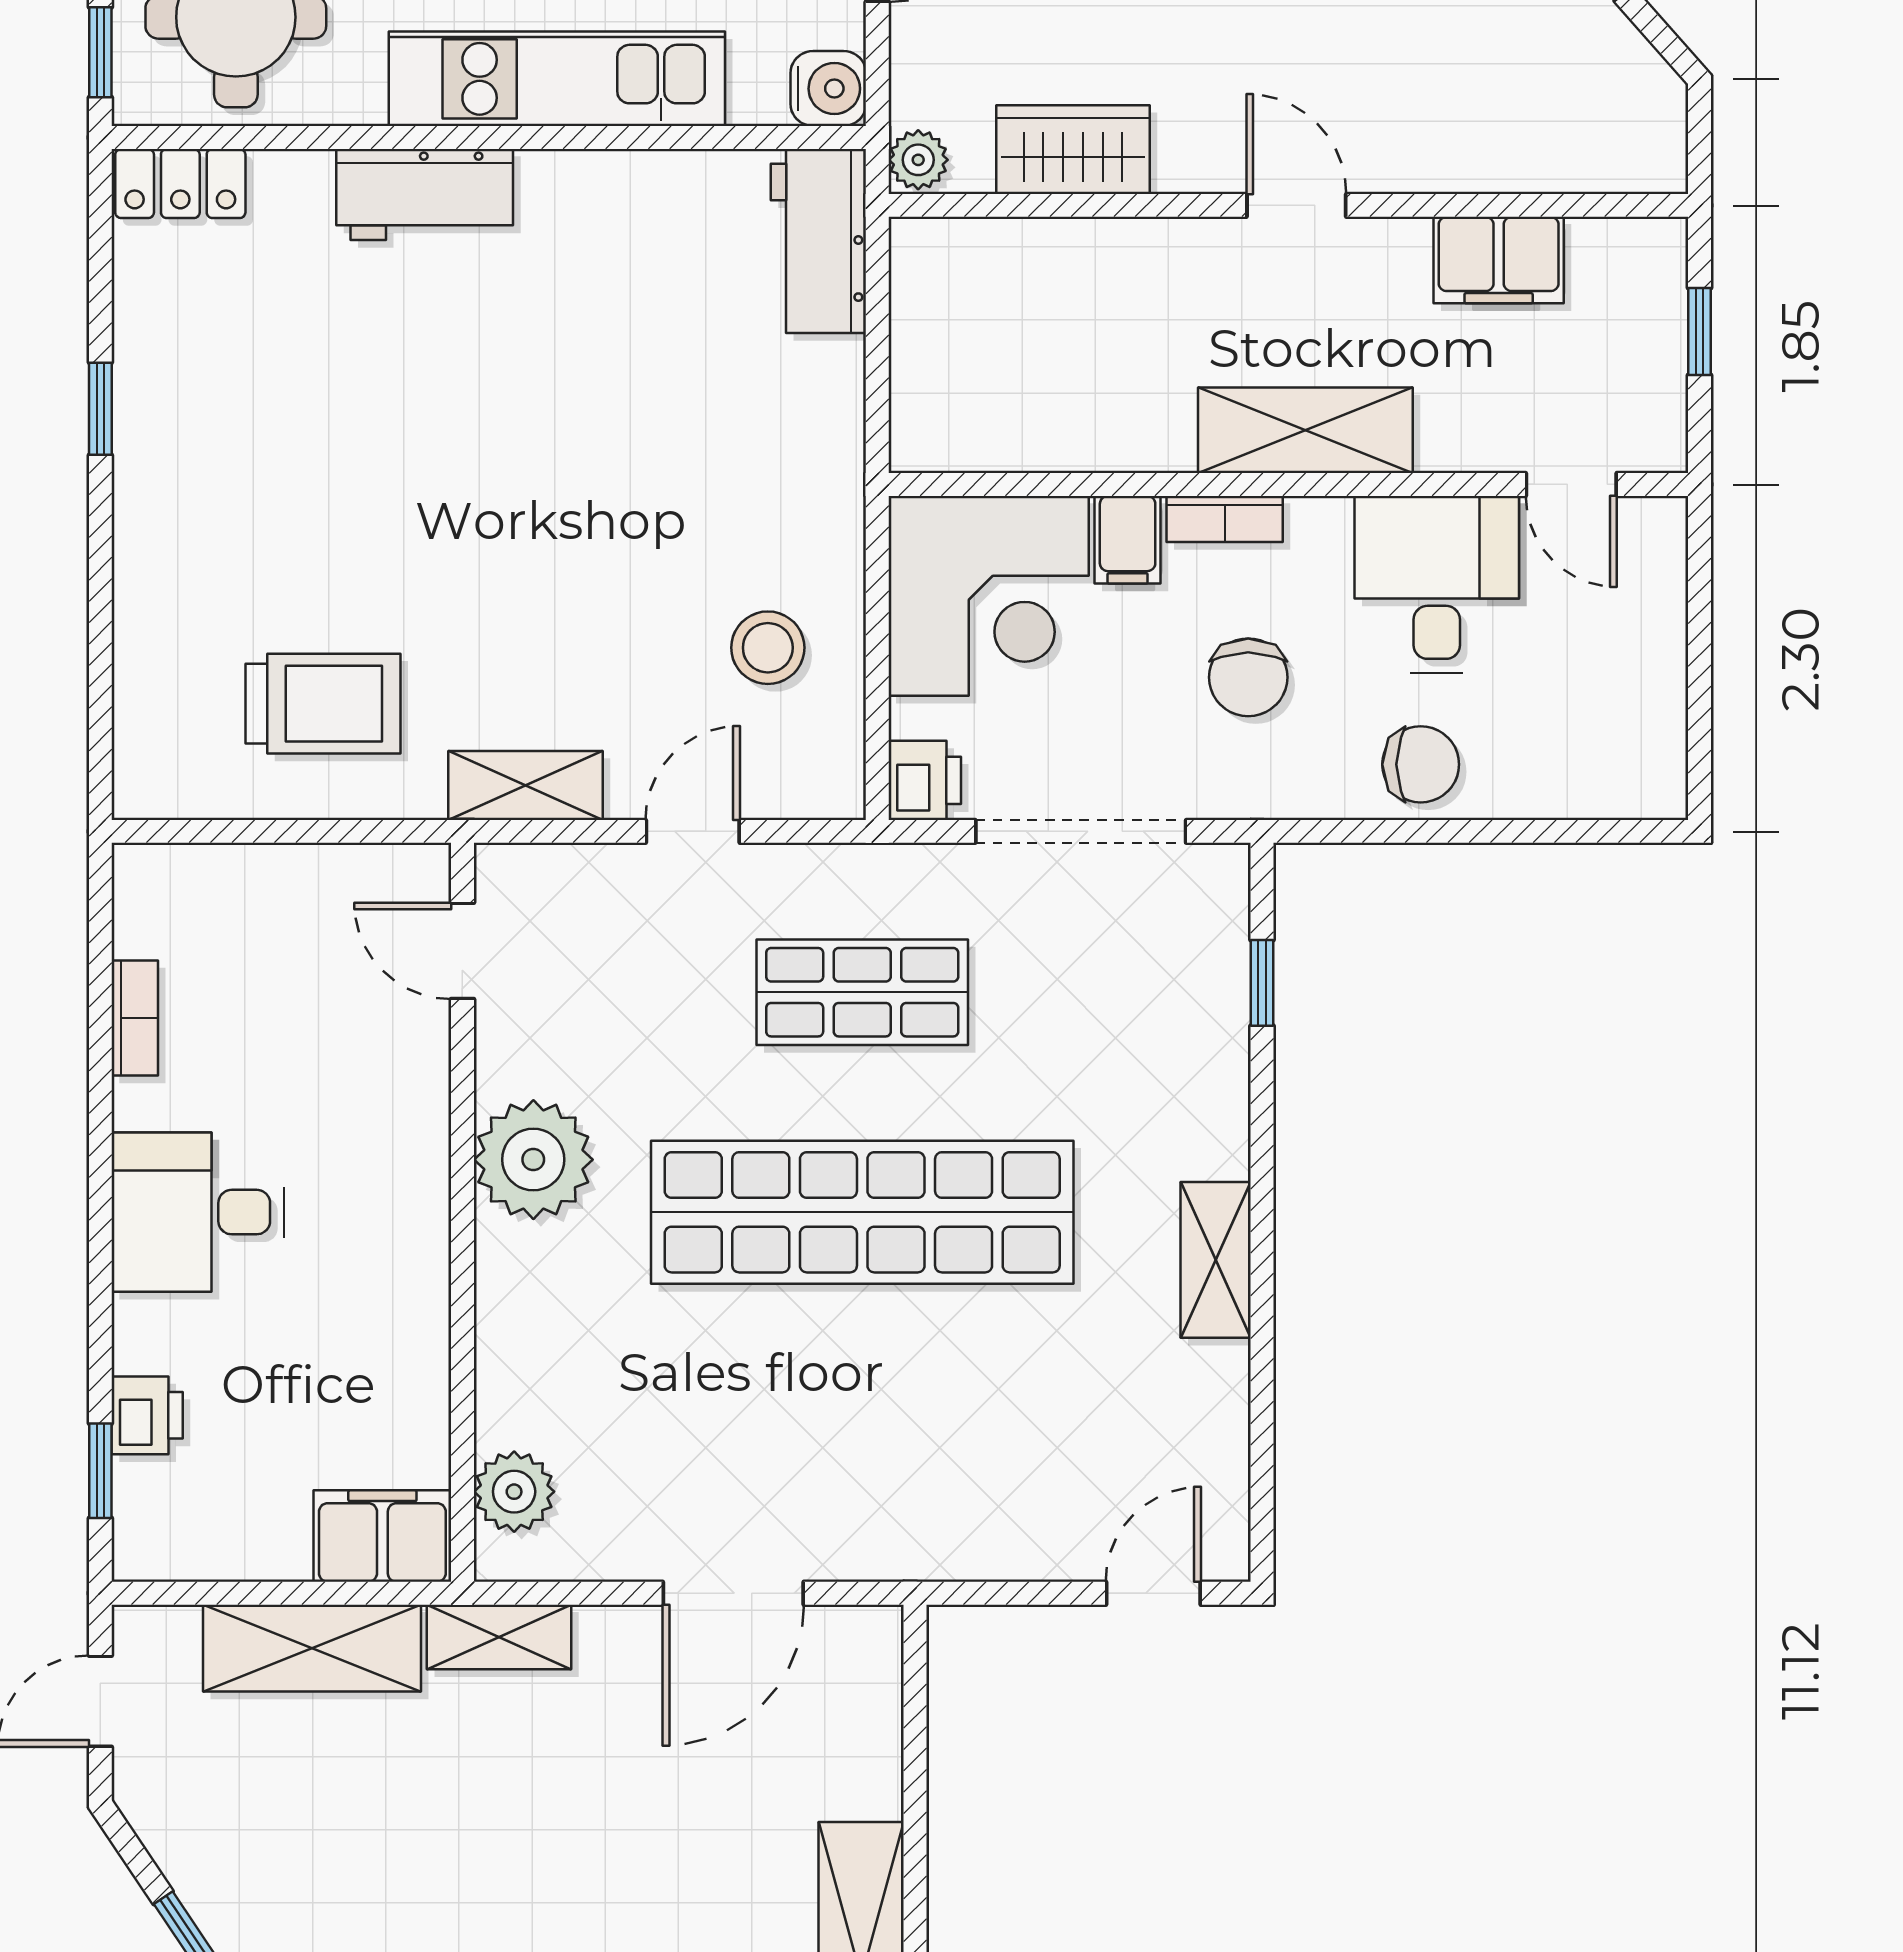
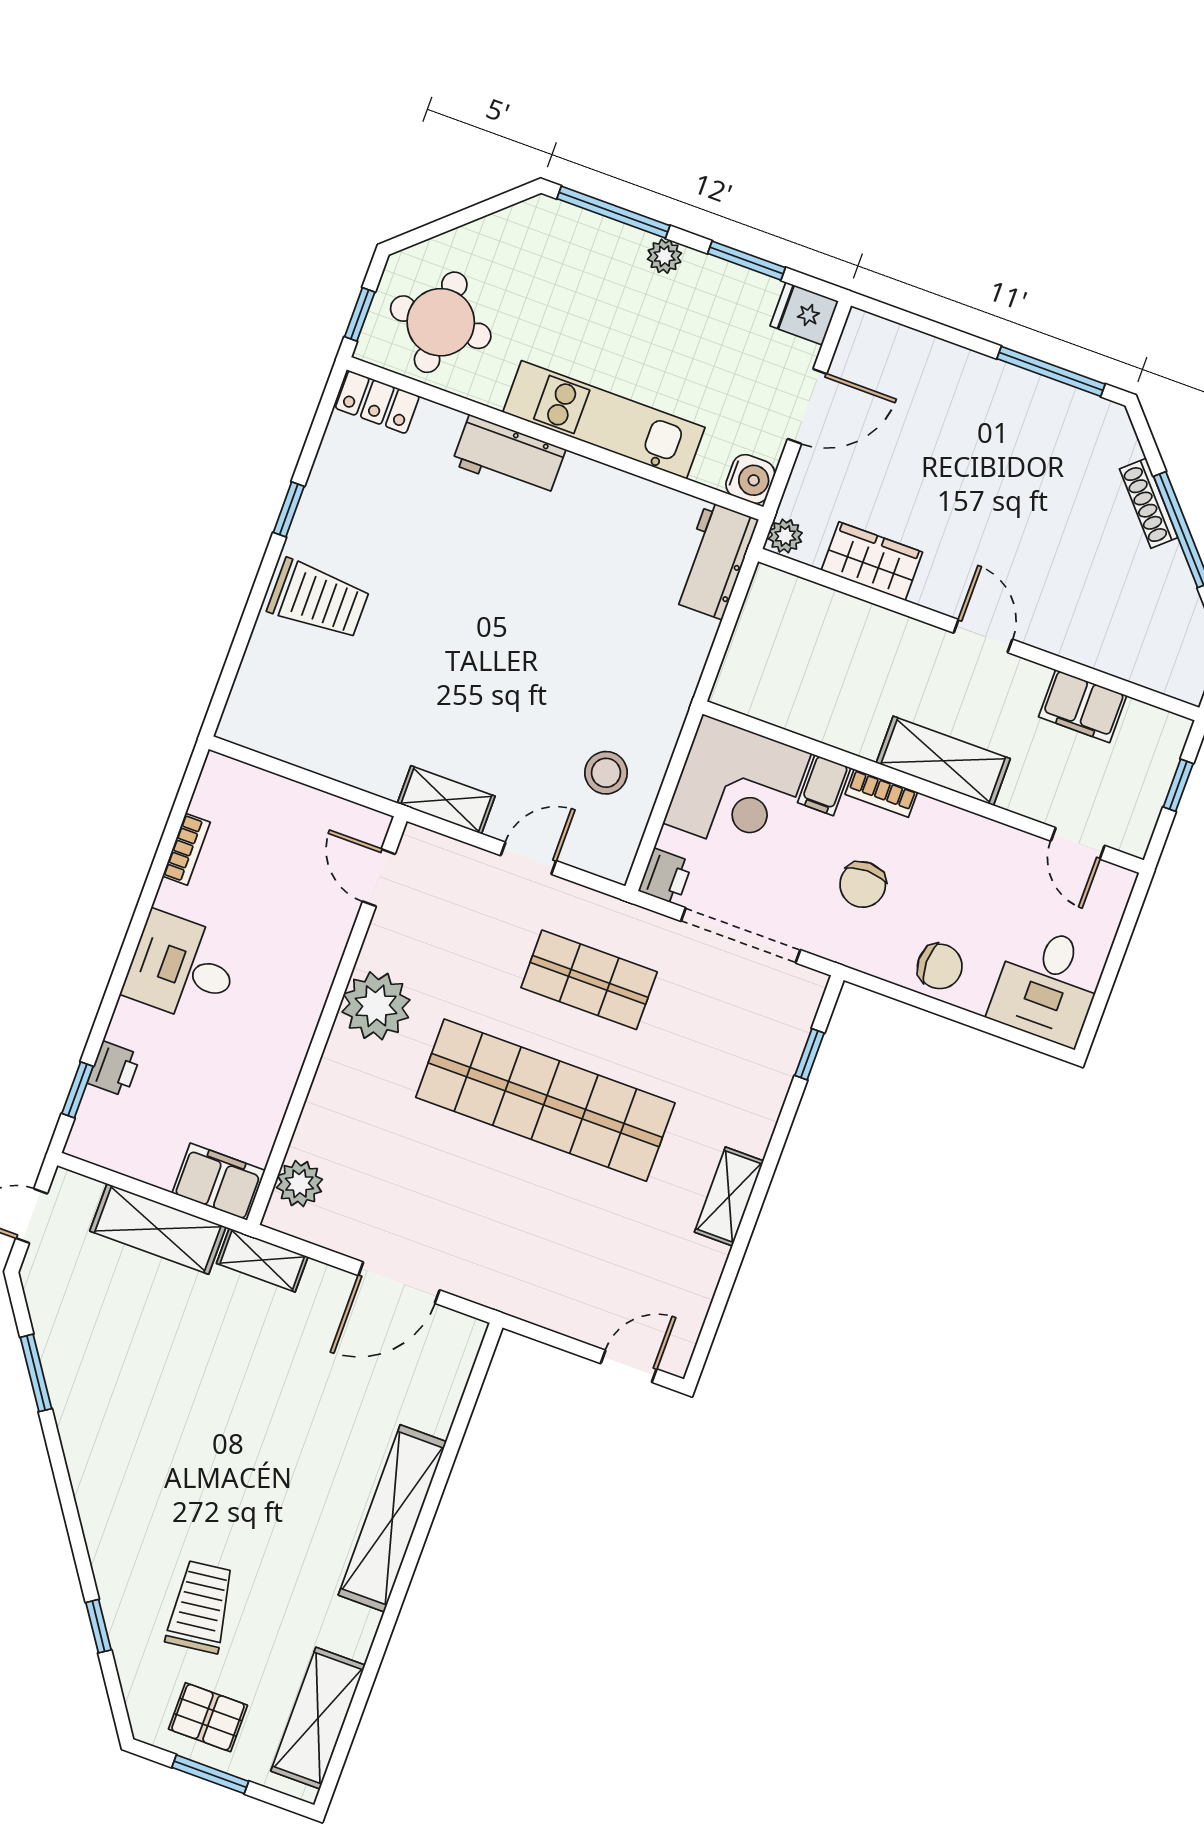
desk: (1437, 584) -> (1048, 985), moved, turned 180
trolley: (323, 704) -> (318, 599), moved

